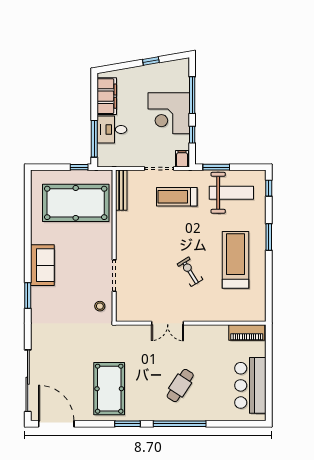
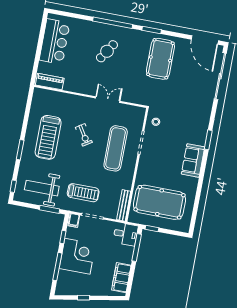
desk: (112, 130) -> (126, 234), moved
exercise mat: (146, 262) -> (116, 148), added

